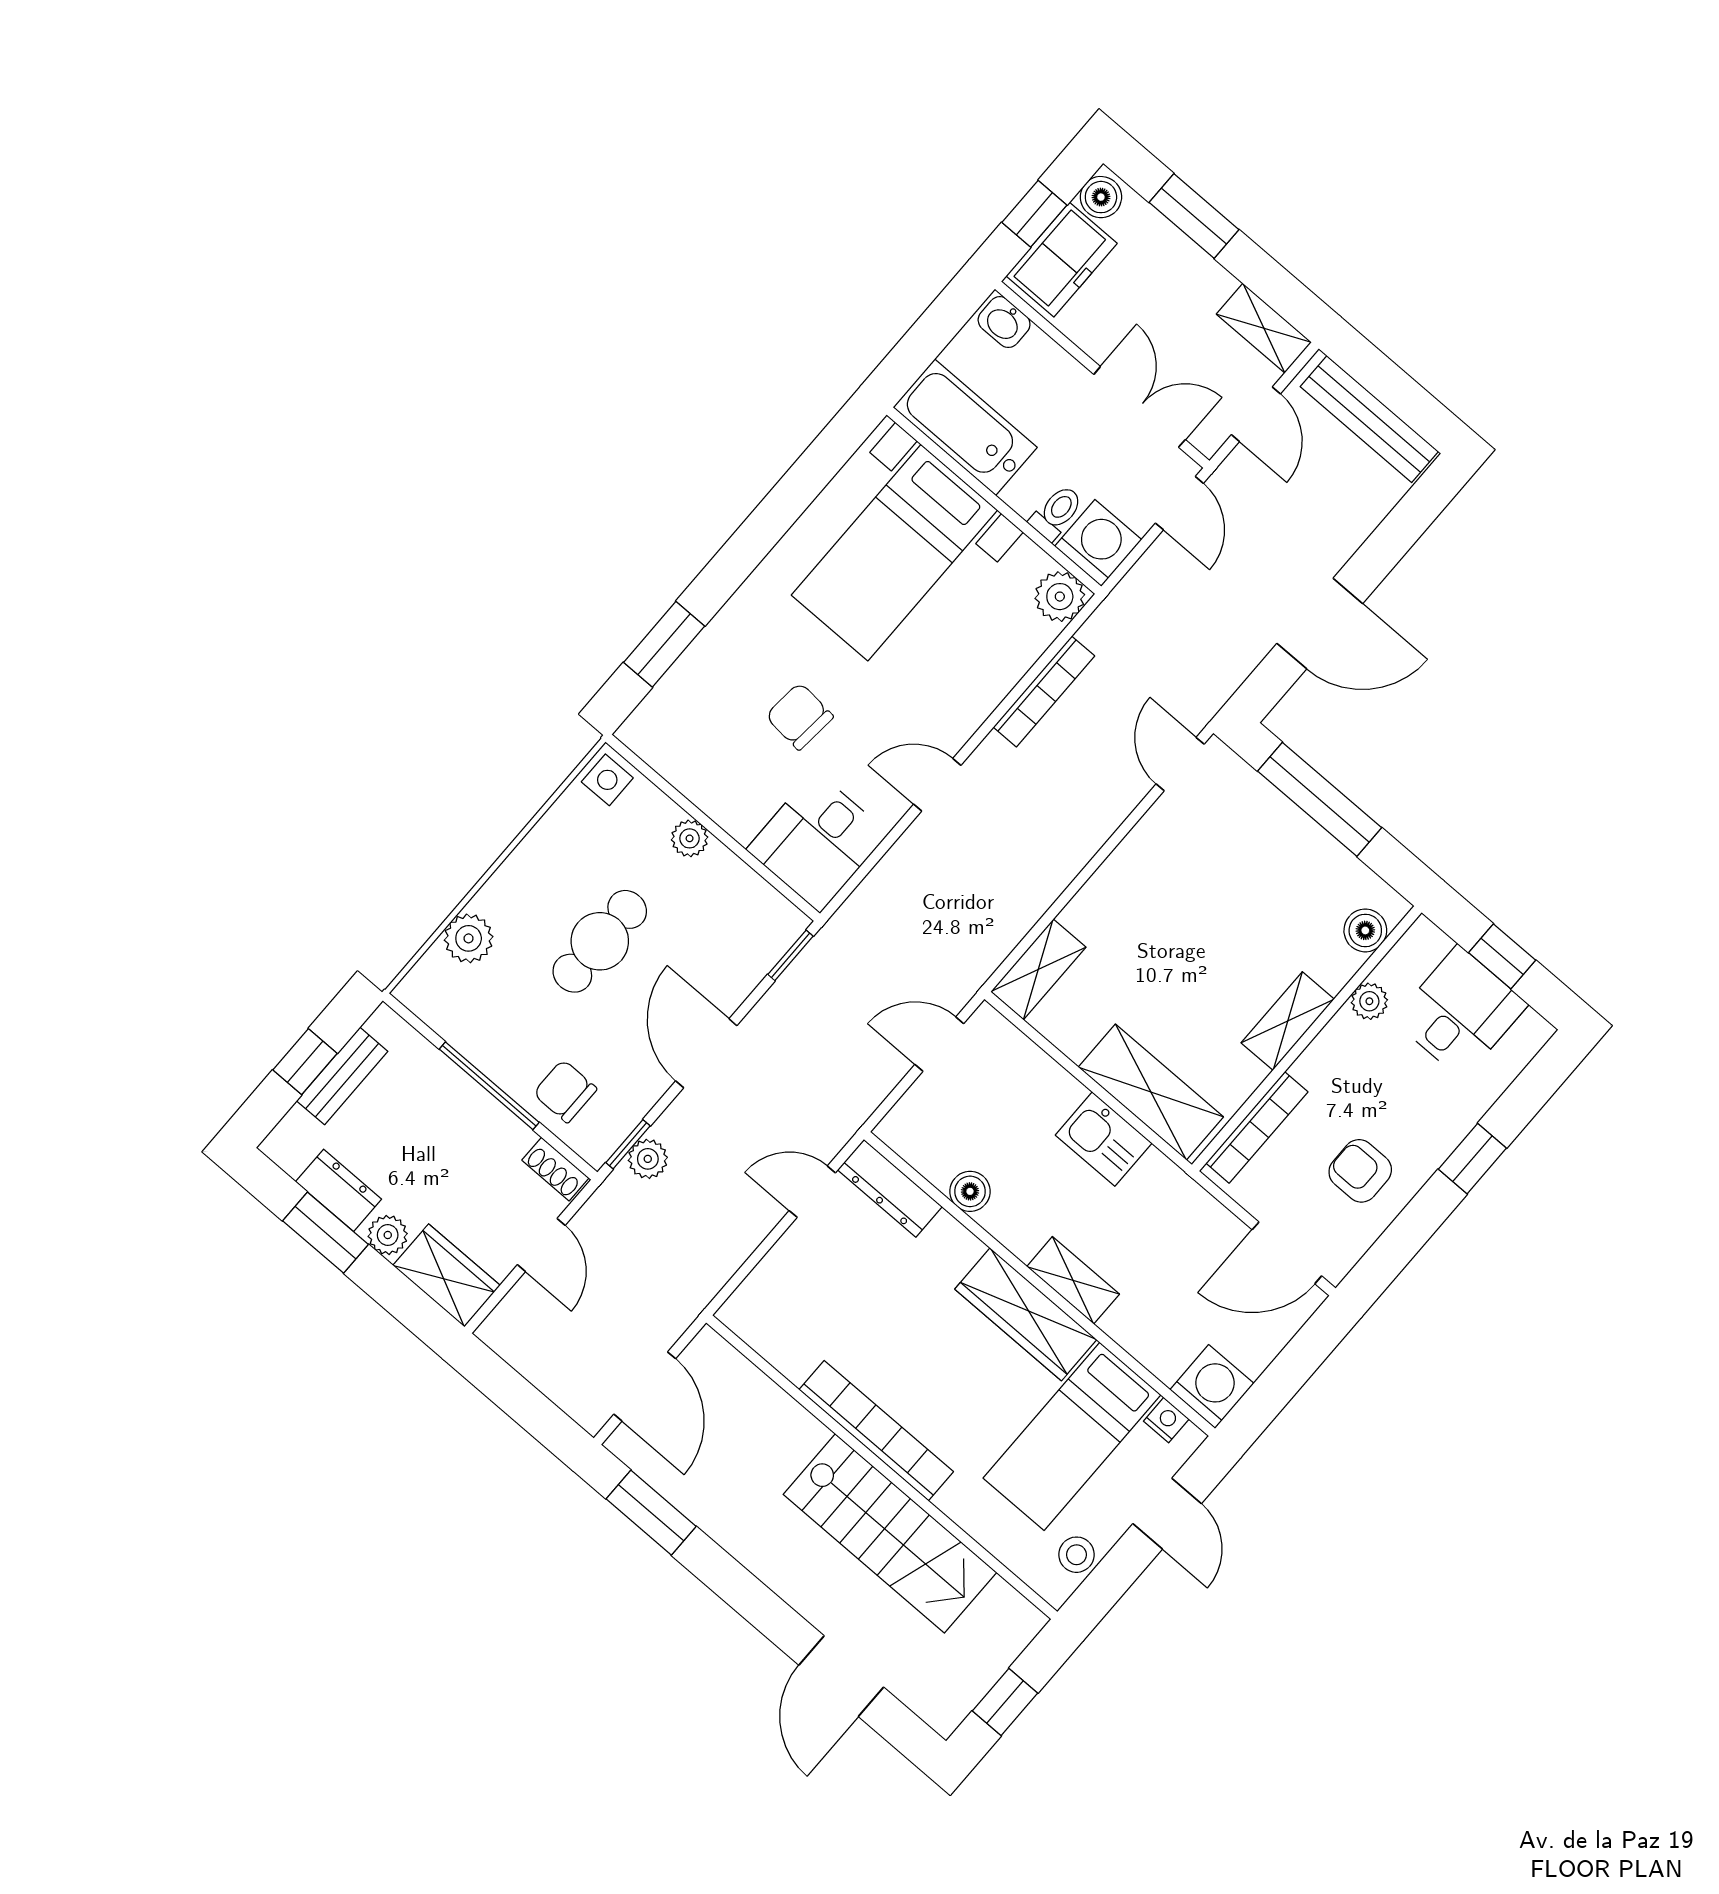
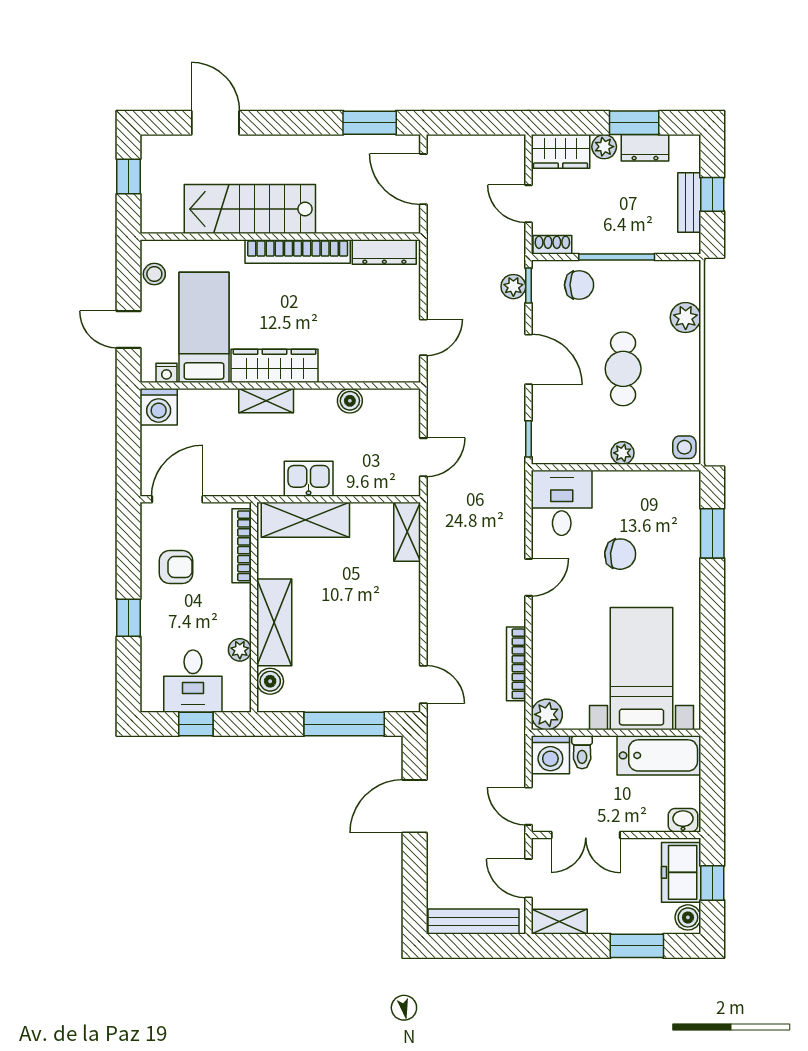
shelving: (1288, 1021) -> (274, 622), width x1.50, depth x1.33
dresser: (890, 1188) -> (384, 252), moved, turned 180

